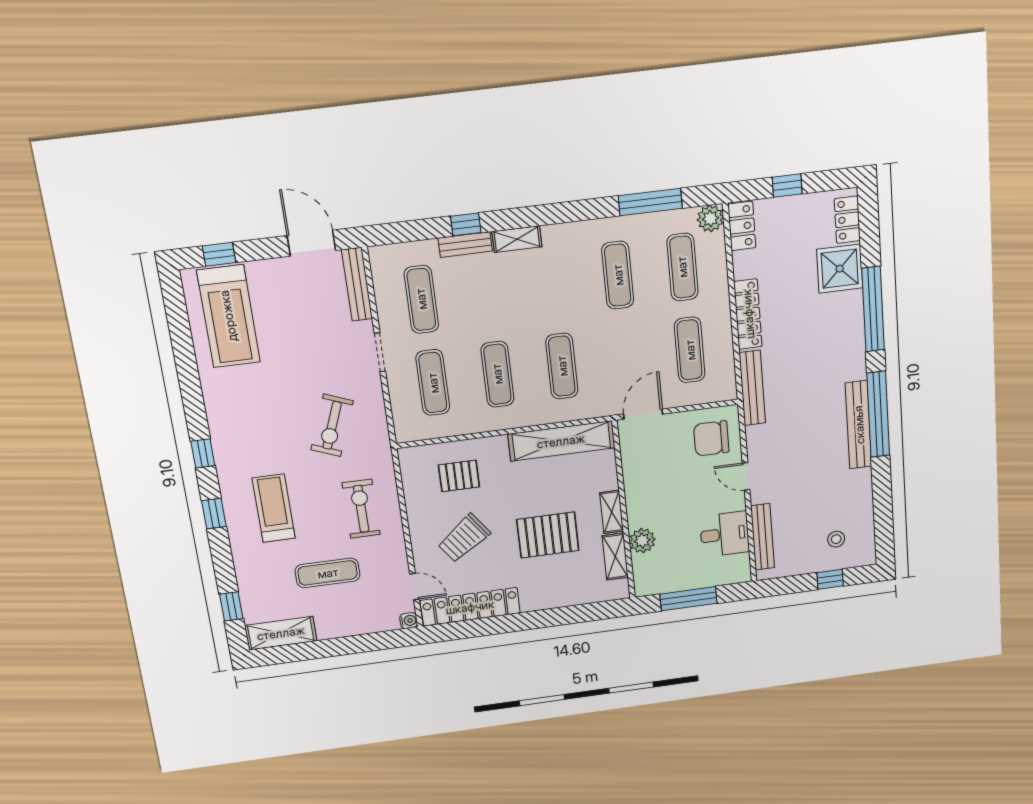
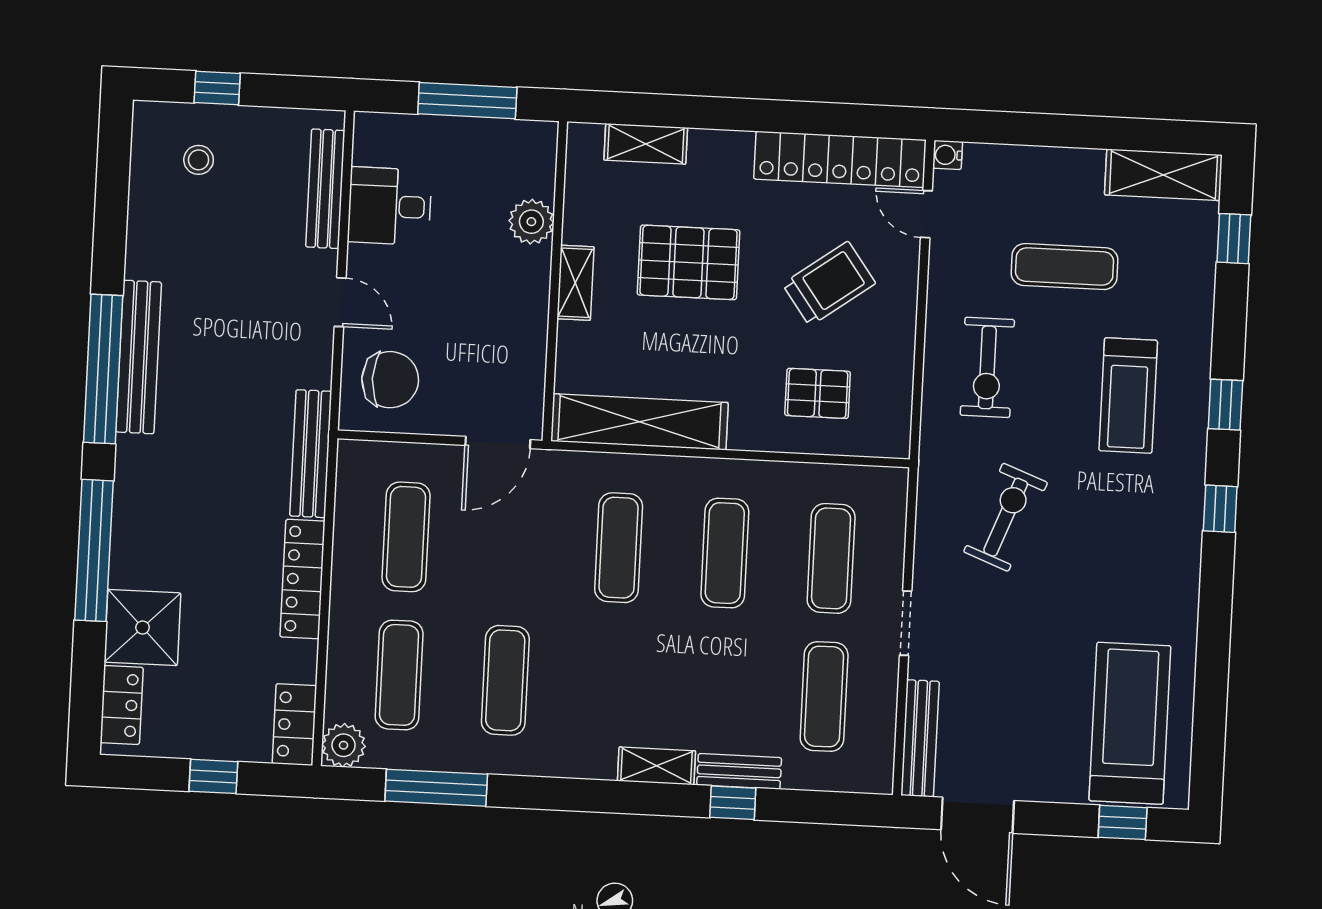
shelving: (615, 557) -> (646, 144), moved, turned 90

